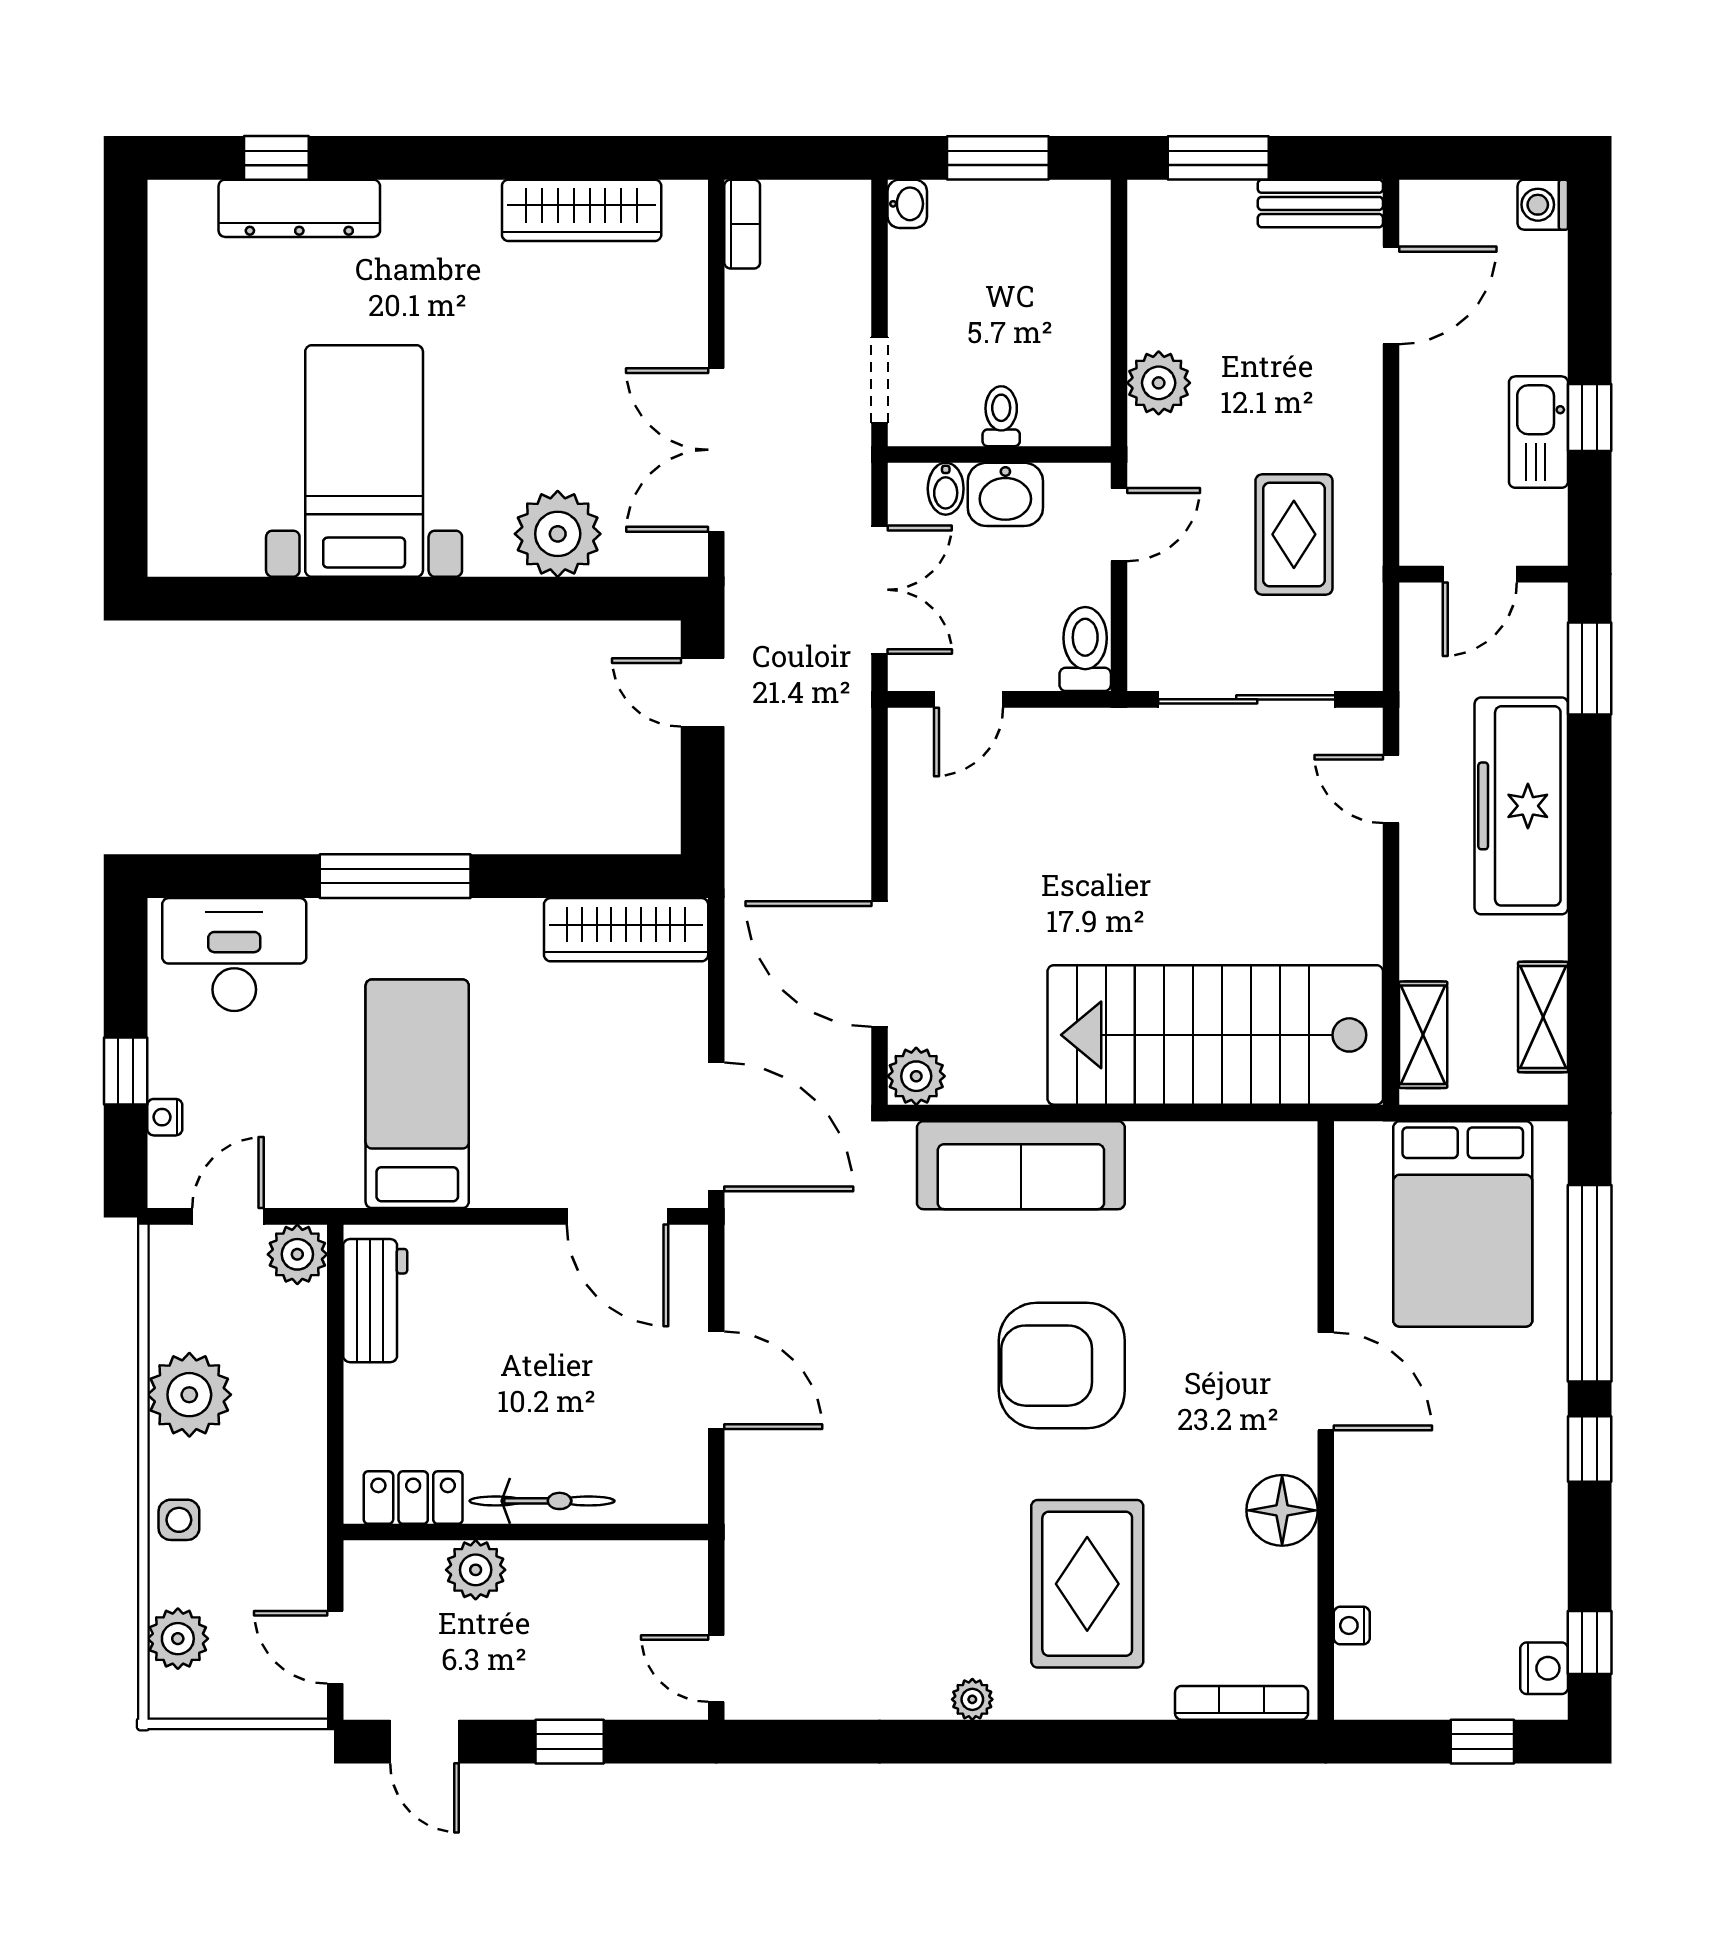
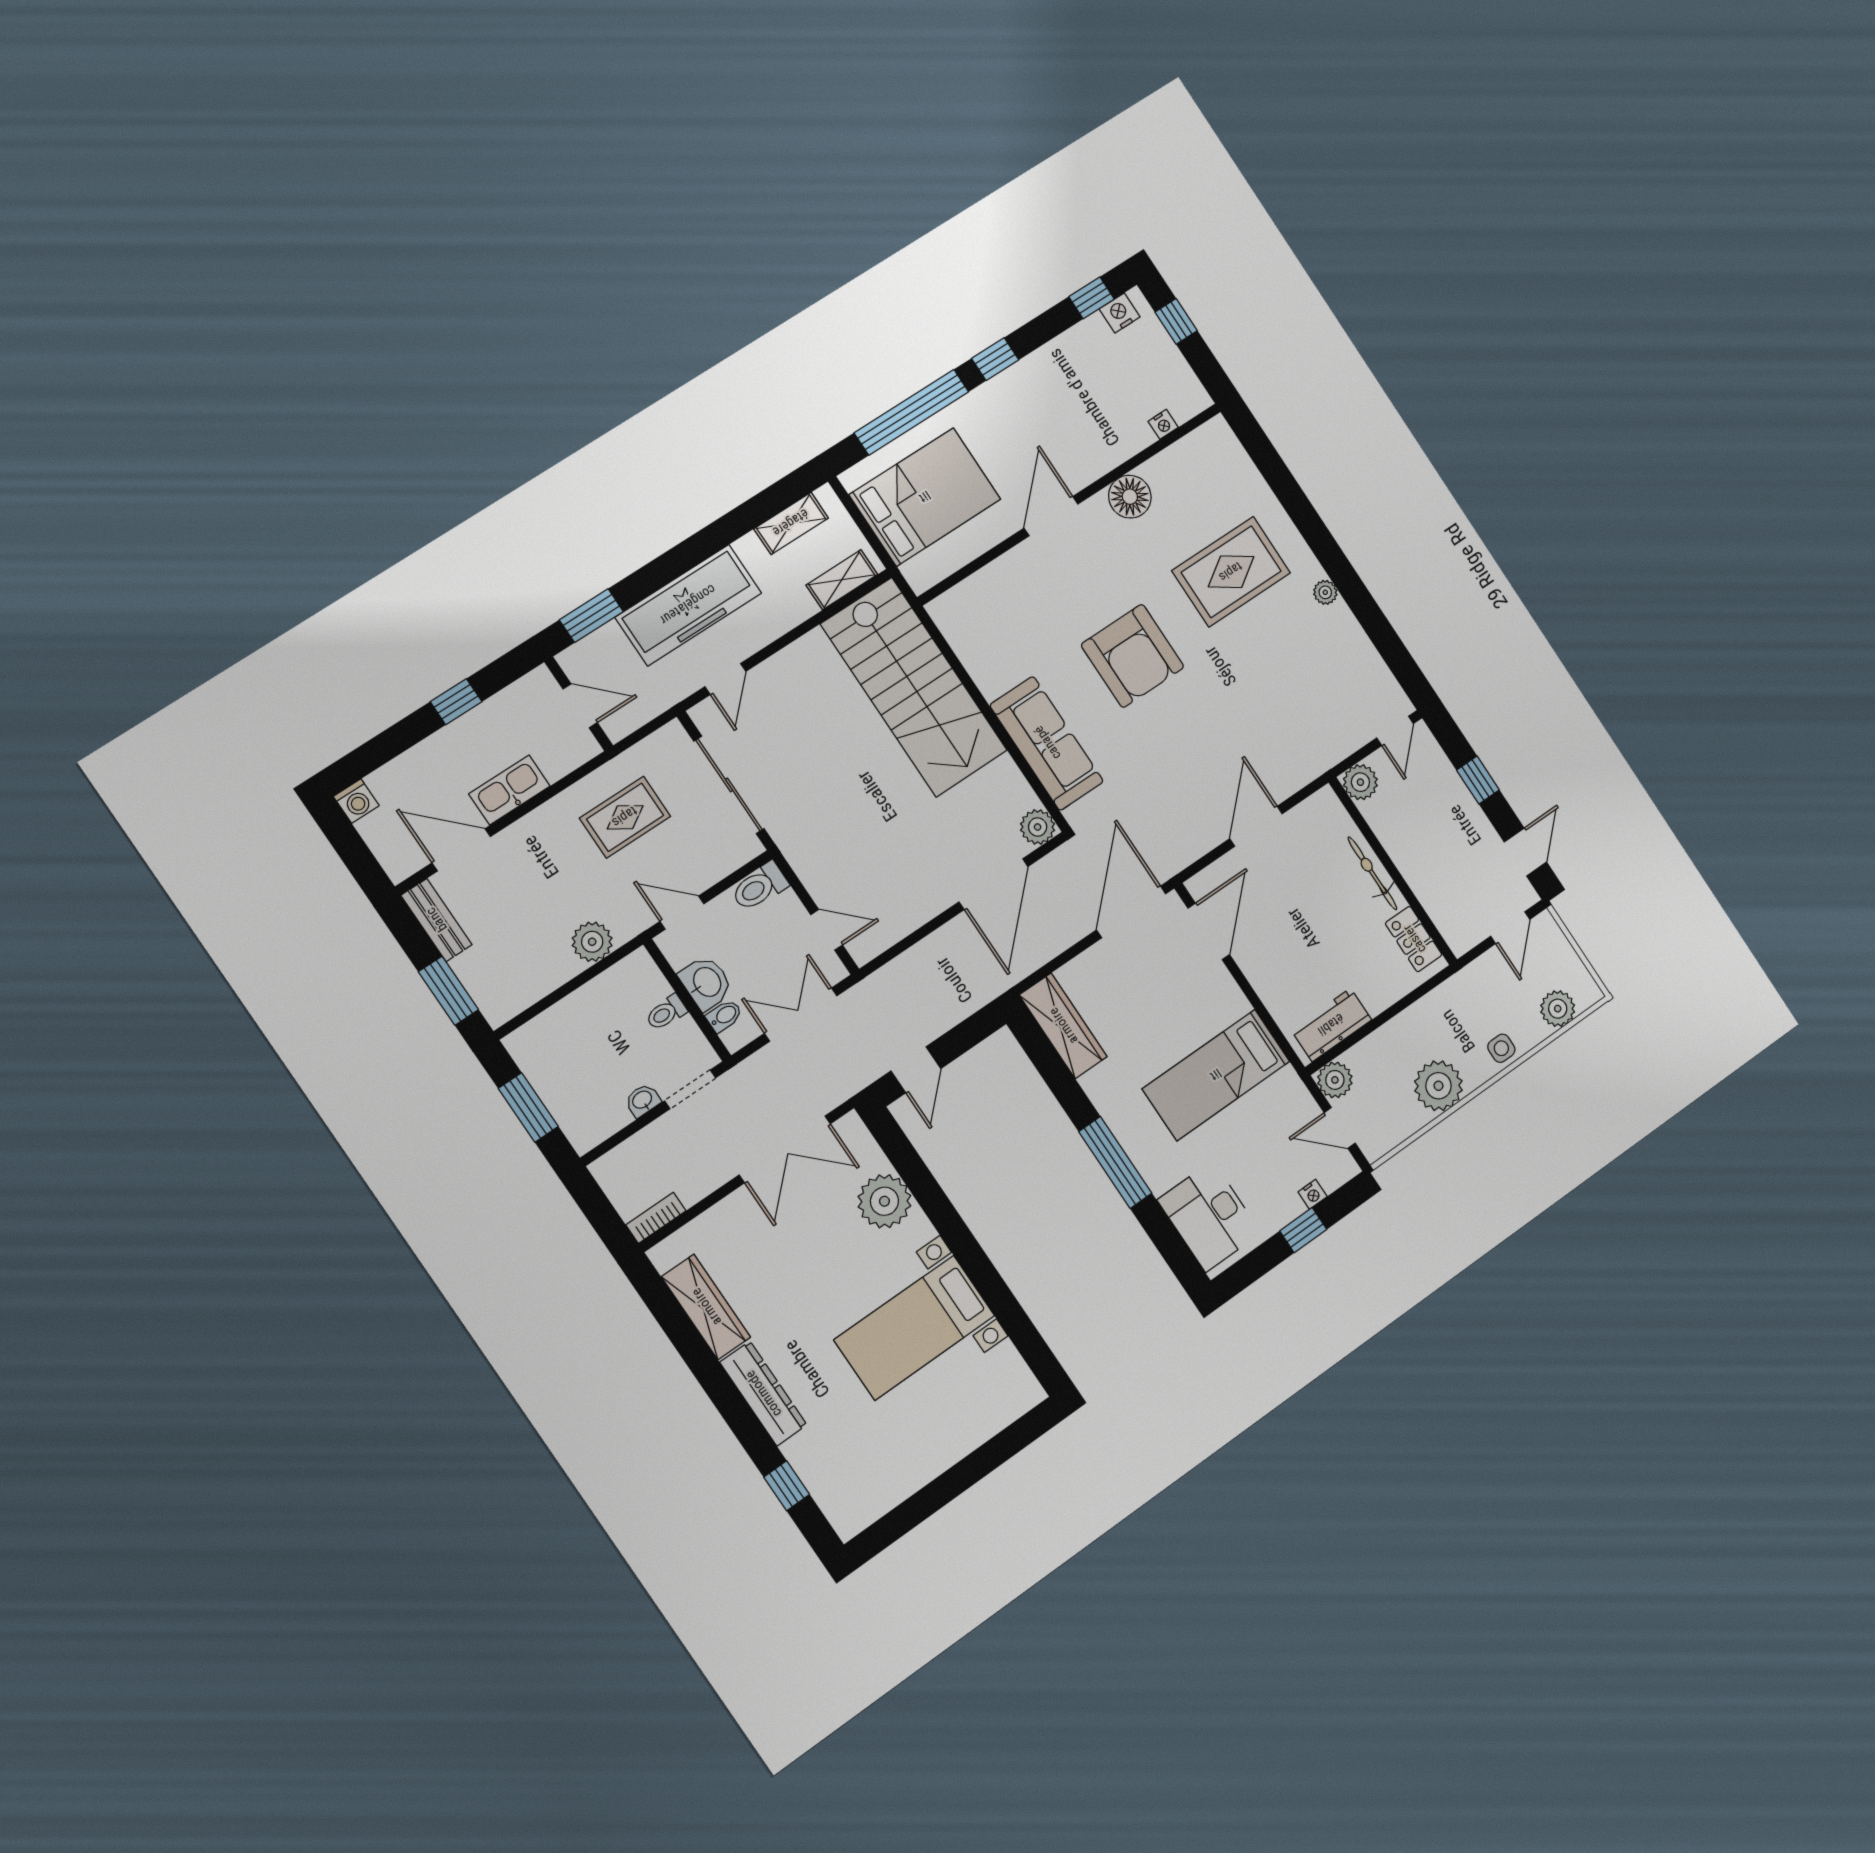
washbasin: (907, 204) -> (643, 1100), moved
dresser: (299, 208) -> (763, 1394), moved
kitchen sink: (1538, 432) -> (509, 790), moved, turned 180
plant: (476, 1570) -> (1360, 782), moved
bookcase: (1242, 1703) -> (1238, 456), removed

